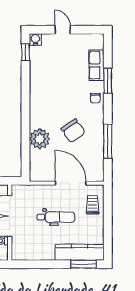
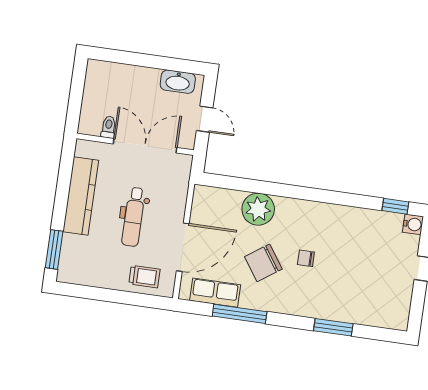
row of seats: (96, 65) -> (215, 293), moved
chair: (95, 98) -> (306, 258), moved
kitchen counter: (80, 252) -> (81, 196), moved

